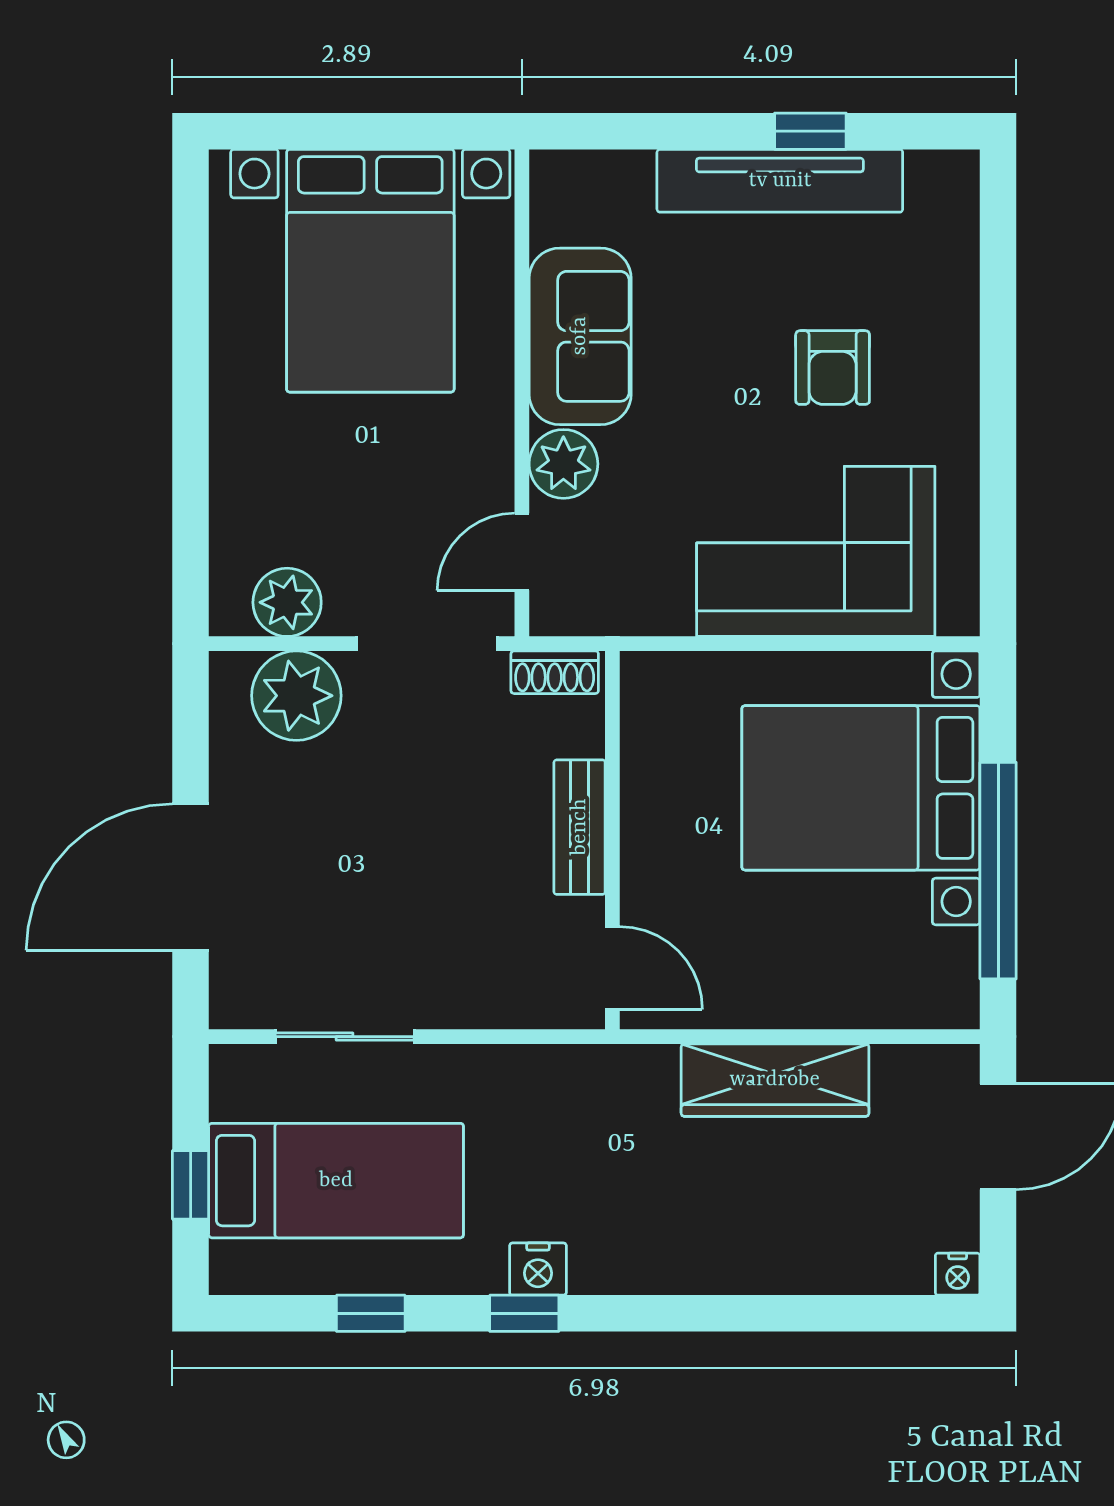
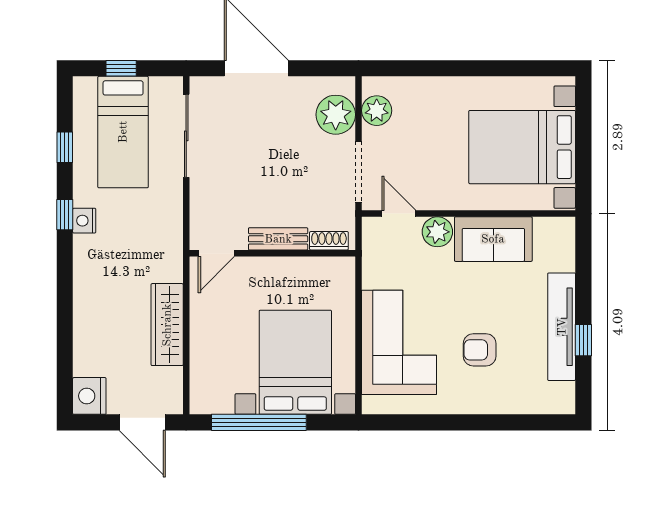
shoe rack: (555, 672) -> (329, 241), moved, turned 90
sliding door: (345, 1037) -> (186, 136), width x1.37
nightstand: (958, 1274) -> (89, 396), width x1.89, depth x1.79

